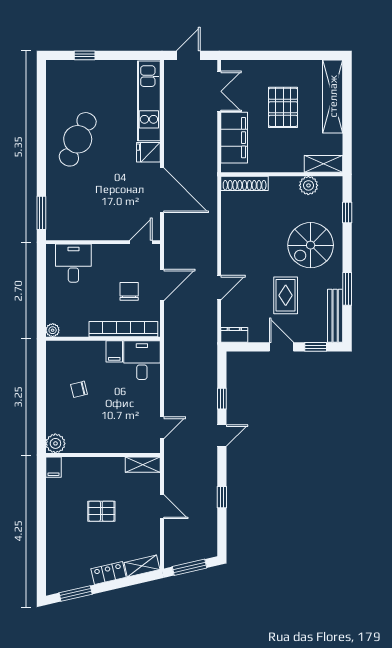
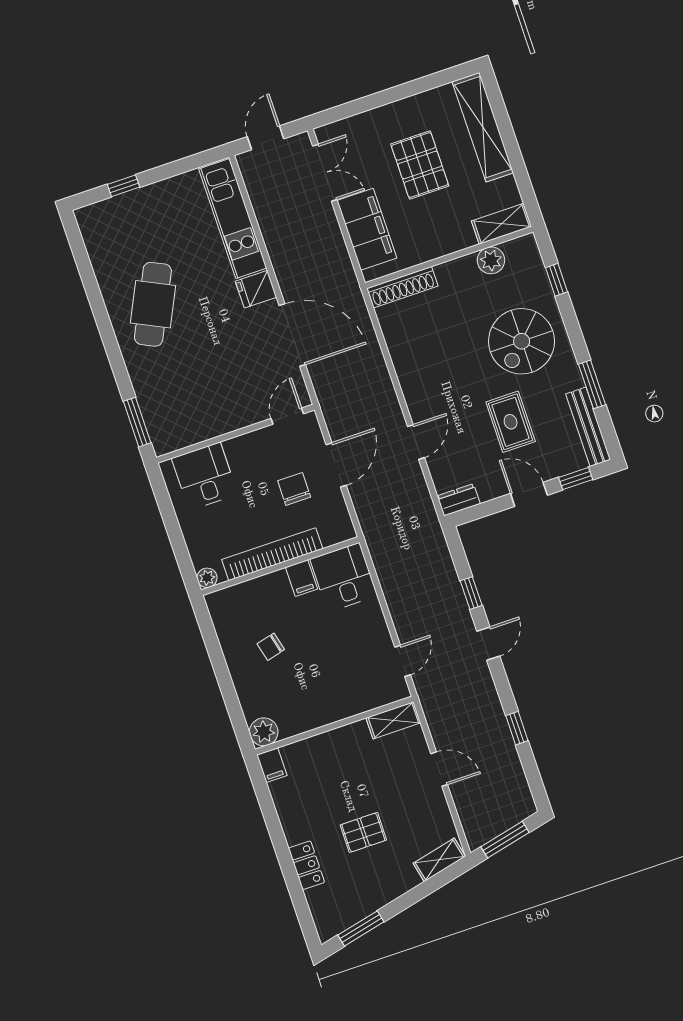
bookcase: (123, 329) -> (272, 554), moved
pallet: (101, 511) -> (363, 832), moved
locker: (108, 573) -> (306, 865), moved, turned 103

